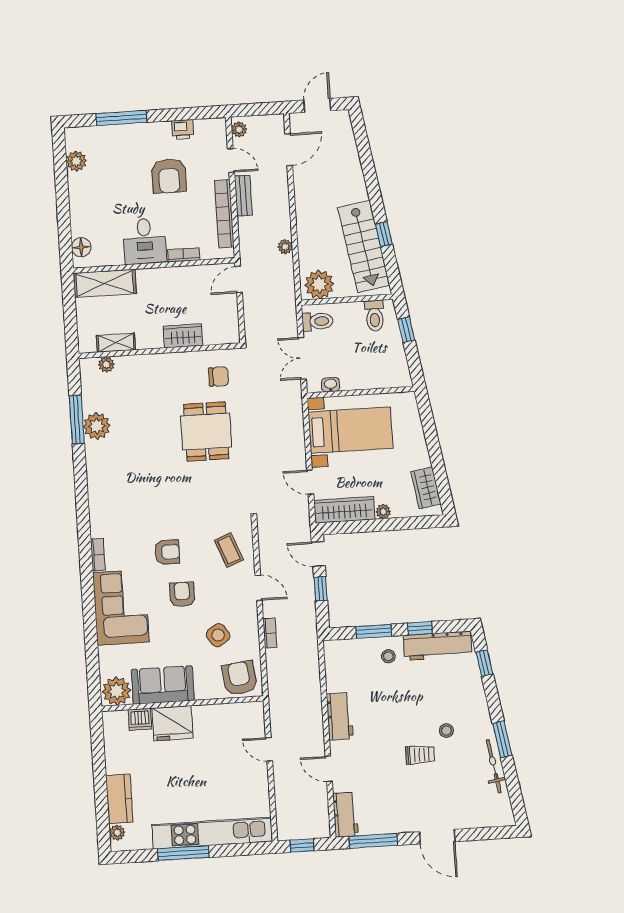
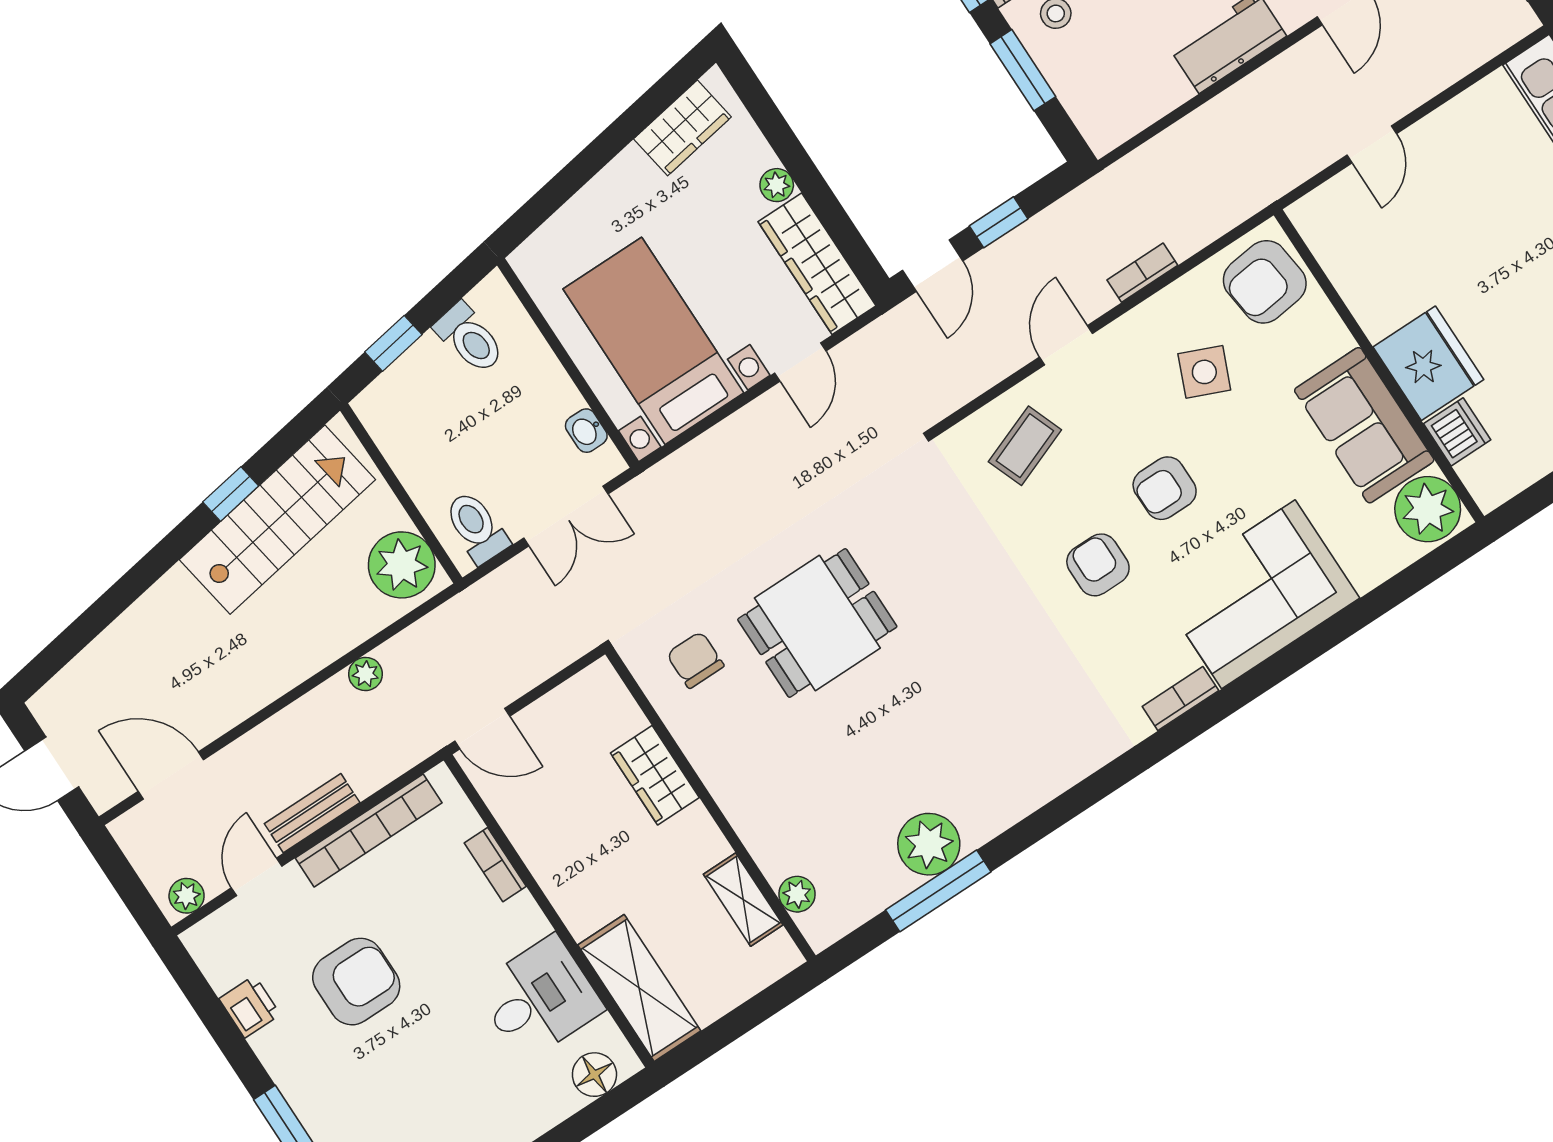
desk: (145, 241) -> (539, 998), moved
toilet: (375, 316) -> (470, 338), moved, turned 81
side table: (218, 635) -> (1204, 372), turned -33

